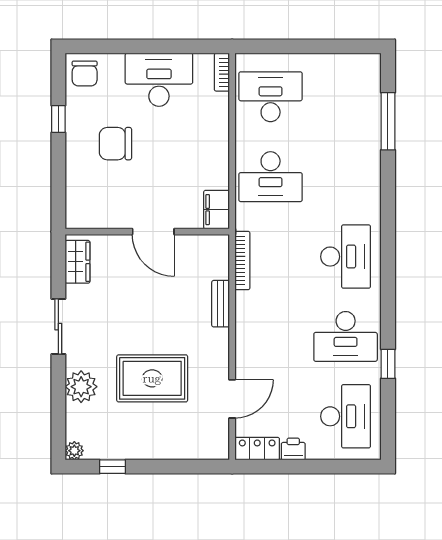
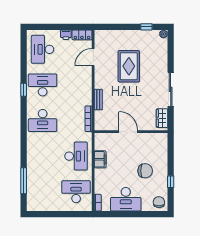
desk: (271, 97) -> (76, 192), turned 180
desk: (271, 177) -> (76, 156), turned 90
filing cabinet: (217, 210) -> (100, 159), moved
desk: (346, 257) -> (43, 121), turned -90
sliding door: (58, 327) -> (171, 89), width x1.37
window: (388, 364) -> (24, 90), moved
rug: (152, 378) -> (129, 66), turned 90
plant: (81, 387) -> (160, 63), removed

